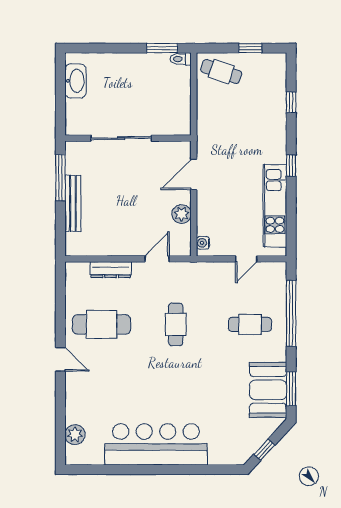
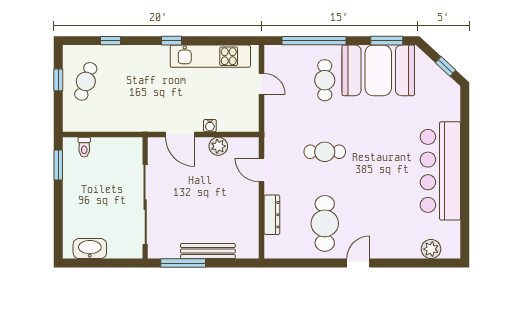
toilet: (181, 59) -> (84, 147), moved
cafe table: (221, 72) -> (86, 81), moved
sliding door: (121, 138) -> (145, 205), width x1.36
water cooler: (203, 243) -> (210, 126), moved
booth: (268, 390) -> (378, 70), width x1.36, depth x1.42

